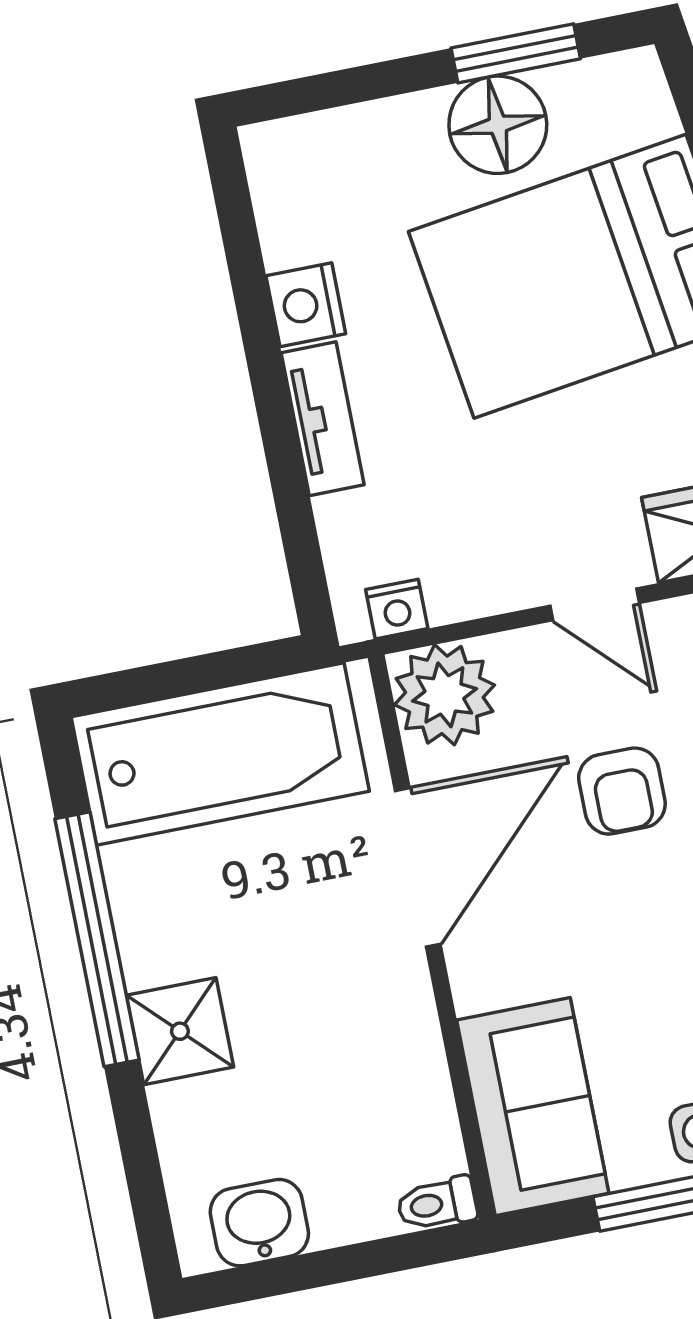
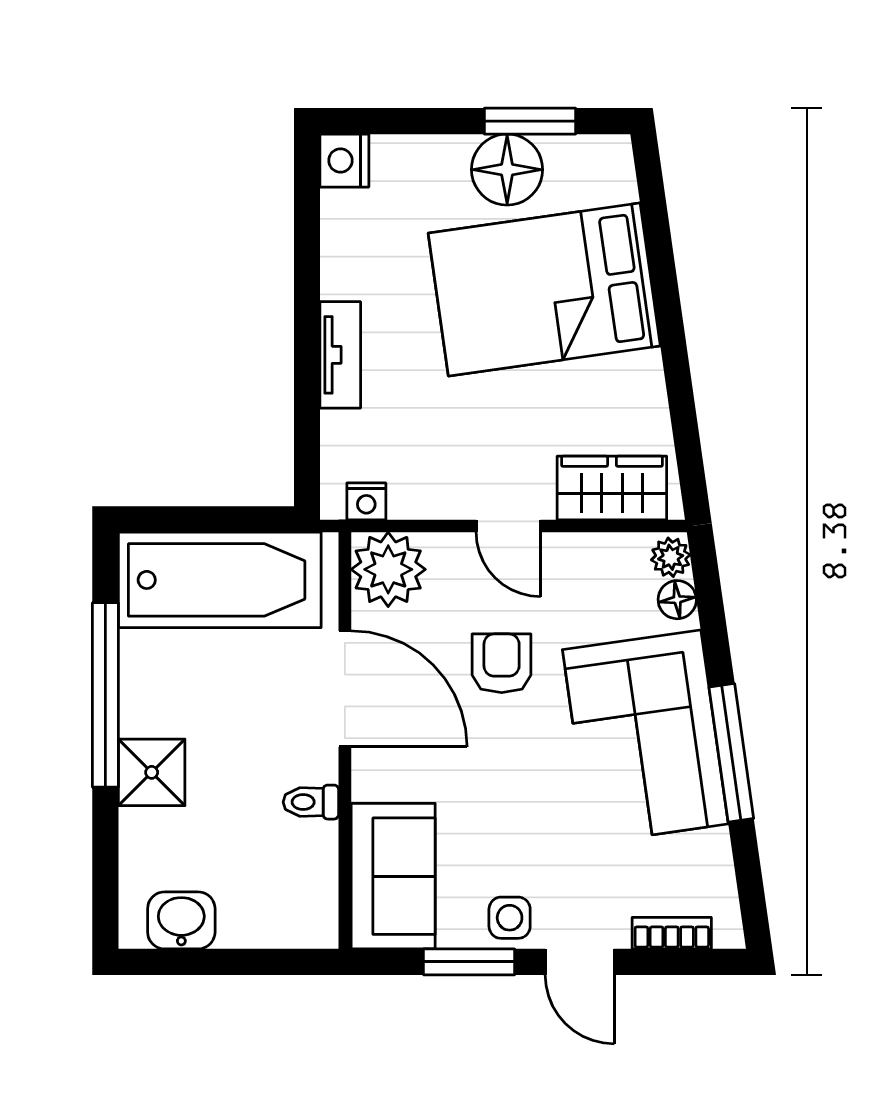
nightstand: (306, 305) -> (344, 161), moved
armchair: (622, 791) -> (502, 663), turned 180
door: (418, 867) -> (345, 689), hinge flipped
toilet: (437, 1204) -> (311, 802), moved

